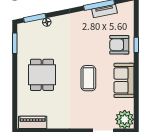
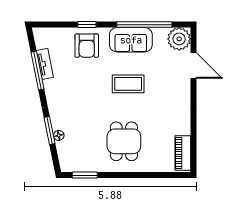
window: (35, 18) -> (50, 130), moved
dining table: (42, 75) -> (124, 141), turned 90
window: (136, 91) -> (144, 25), added

